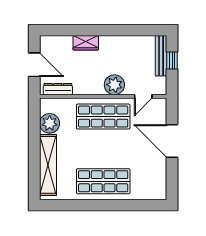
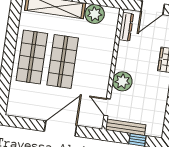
bench: (161, 56) -> (126, 127), moved
shop shelf: (103, 117) -> (63, 62), moved

